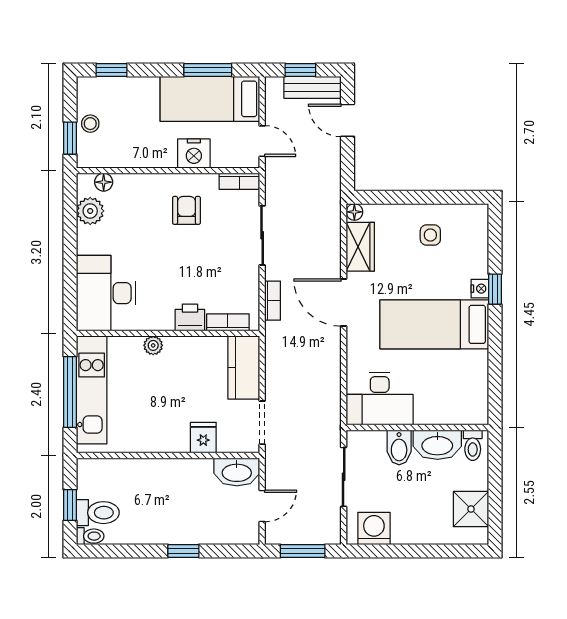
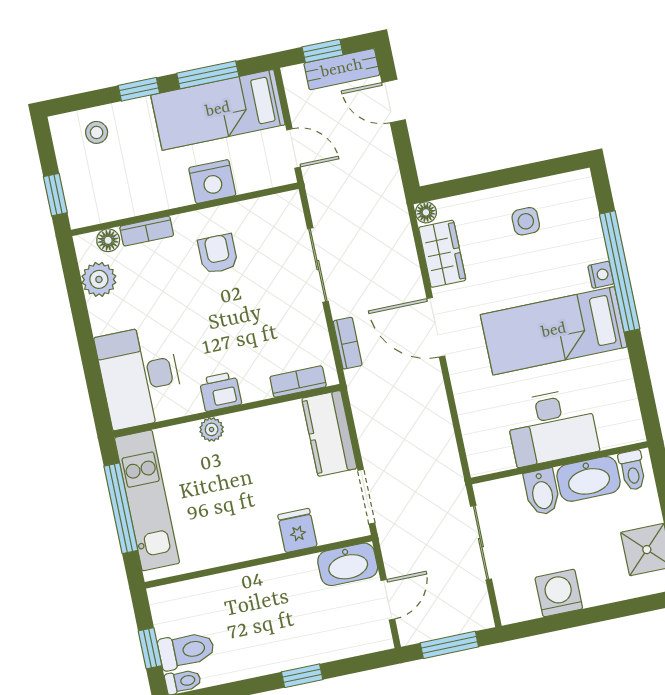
window: (111, 70) -> (139, 89), moved
stool: (90, 124) -> (97, 132), moved
bookcase: (239, 181) -> (147, 231), moved
window: (495, 289) -> (620, 271), width x3.17
printer: (190, 317) -> (220, 391), moved
desk: (380, 399) -> (552, 427), moved
washing machine: (374, 528) -> (559, 593), moved

